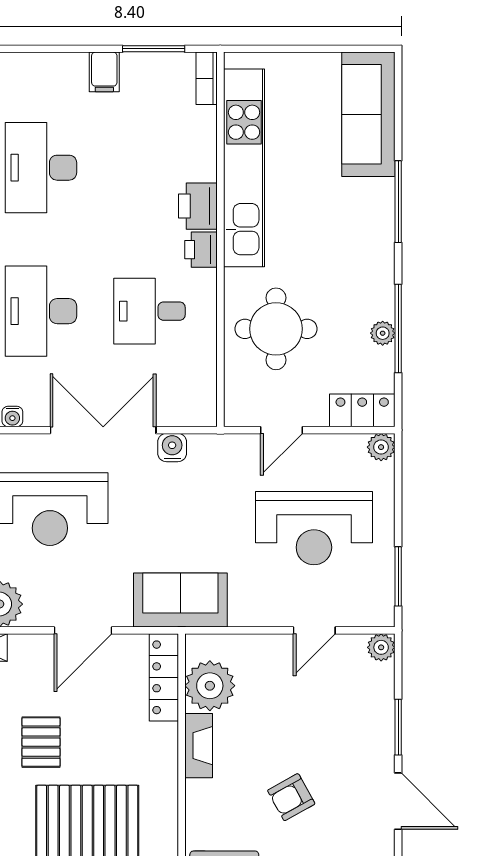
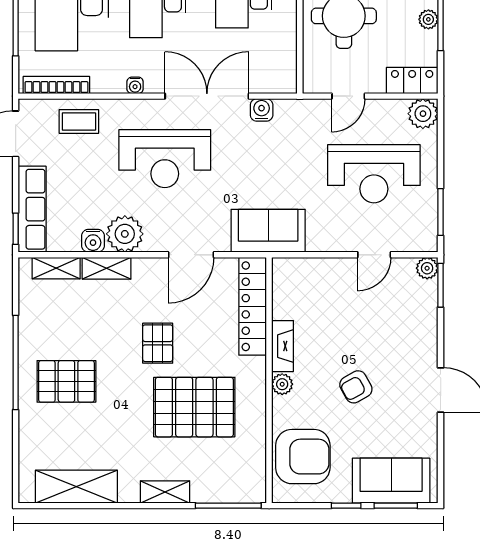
plant: (381, 447) -> (423, 114), width x1.38, depth x1.38
locker: (164, 677) -> (253, 306), width x1.41, depth x1.21
plant: (210, 686) -> (282, 384), moved, width x0.53, depth x0.53
window: (398, 727) -> (441, 285), moved

